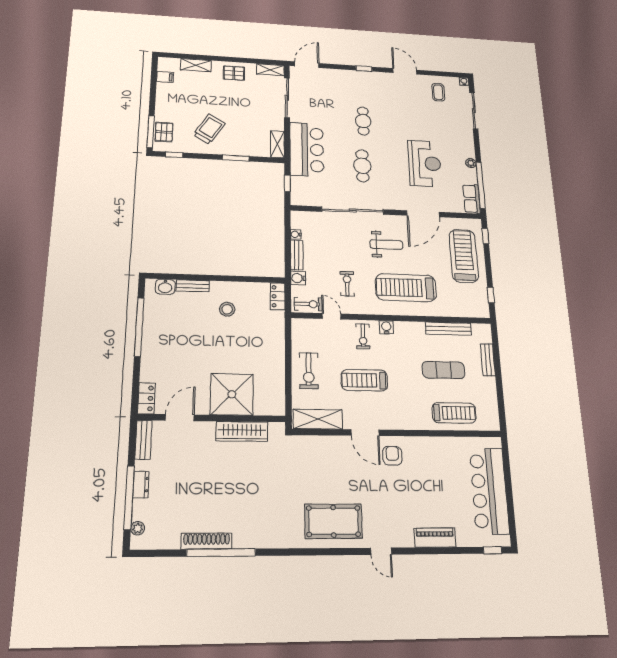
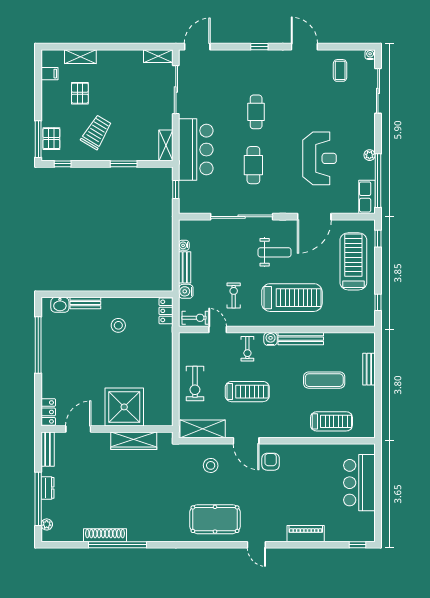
pallet: (234, 73) -> (80, 93), moved, turned 90
treadmill: (406, 288) -> (292, 298), turned 180
bench: (448, 329) -> (301, 339), moved
treadmill: (364, 380) -> (247, 392), turned 180
stool: (327, 460) -> (211, 465), added
bar counter: (489, 491) -> (359, 483), width x0.73

